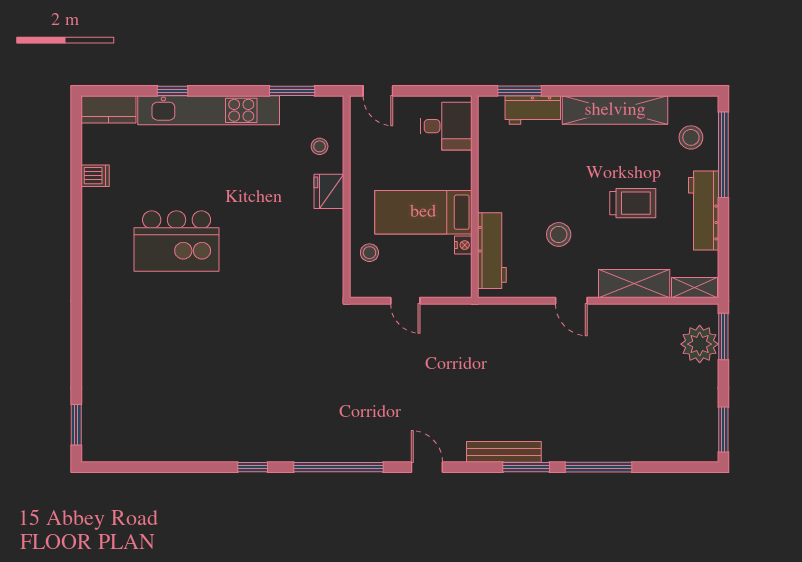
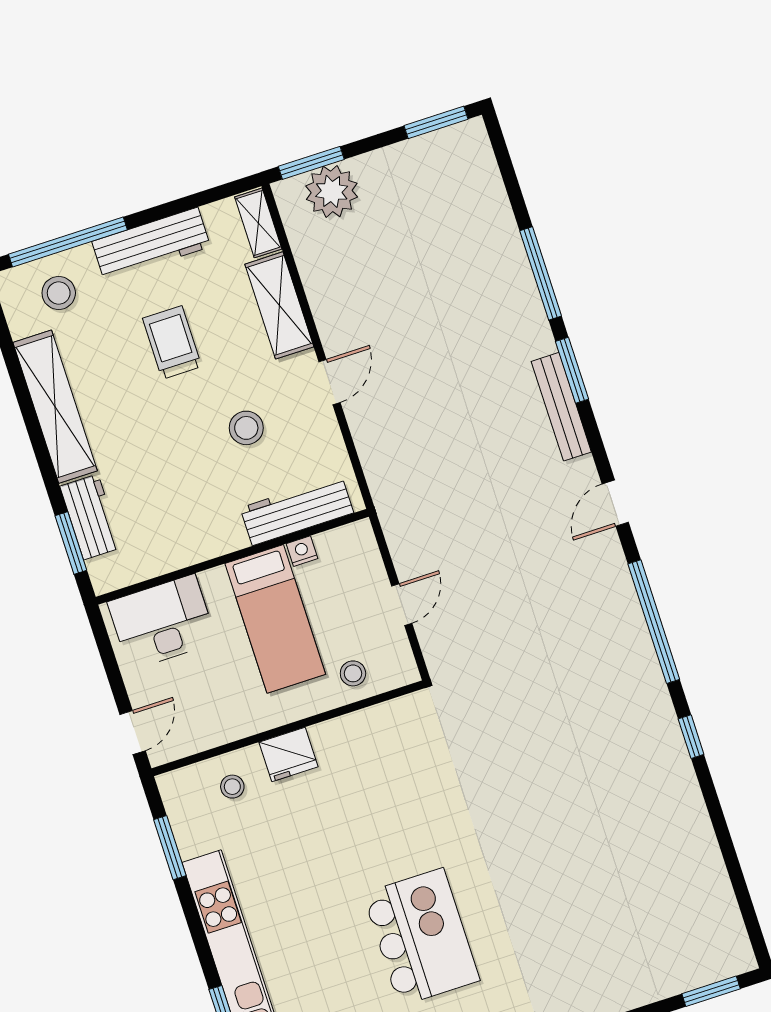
desk: (446, 126) -> (162, 622), width x1.37

